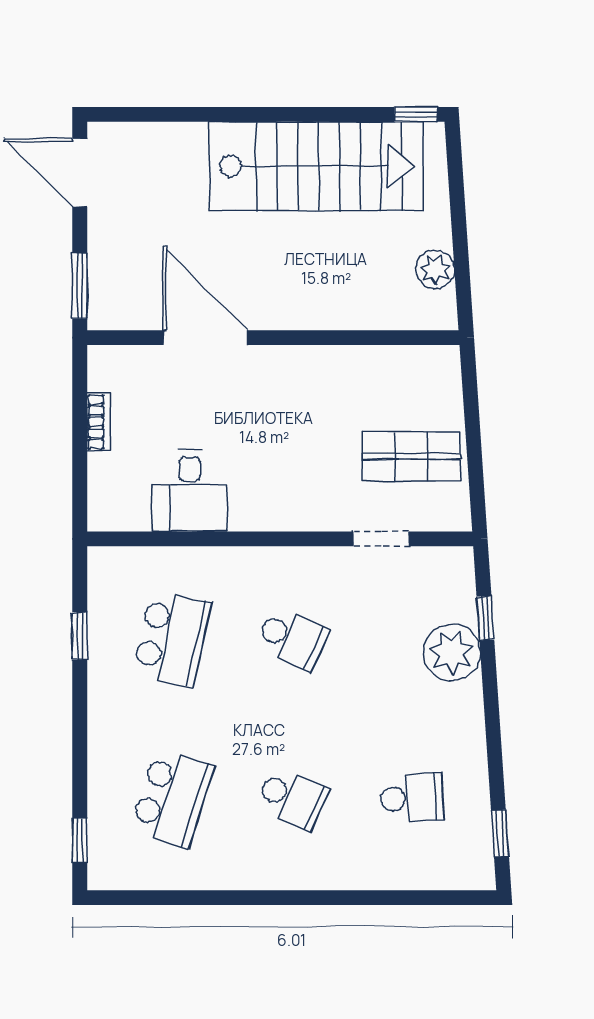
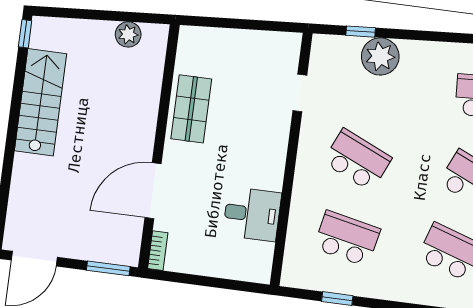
stairs: (316, 166) -> (41, 102), width x0.73, depth x0.66
bookcase: (99, 422) -> (158, 251), moved, turned 90
shop shelf: (411, 456) -> (191, 109), moved
school desk: (292, 638) -> (357, 160), width x1.85

